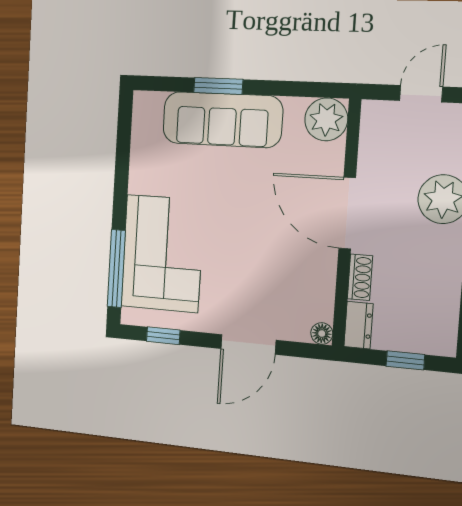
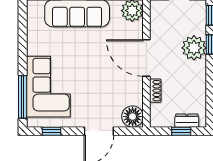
dresser: (358, 325) -> (187, 121), moved, turned -90
floor lamp: (322, 333) -> (133, 117), width x1.89, depth x1.89

